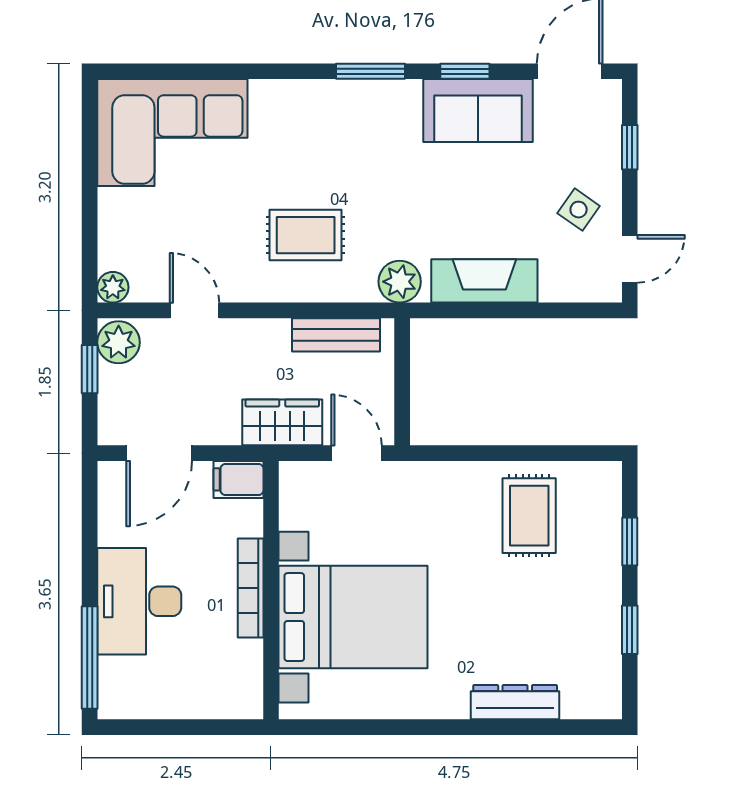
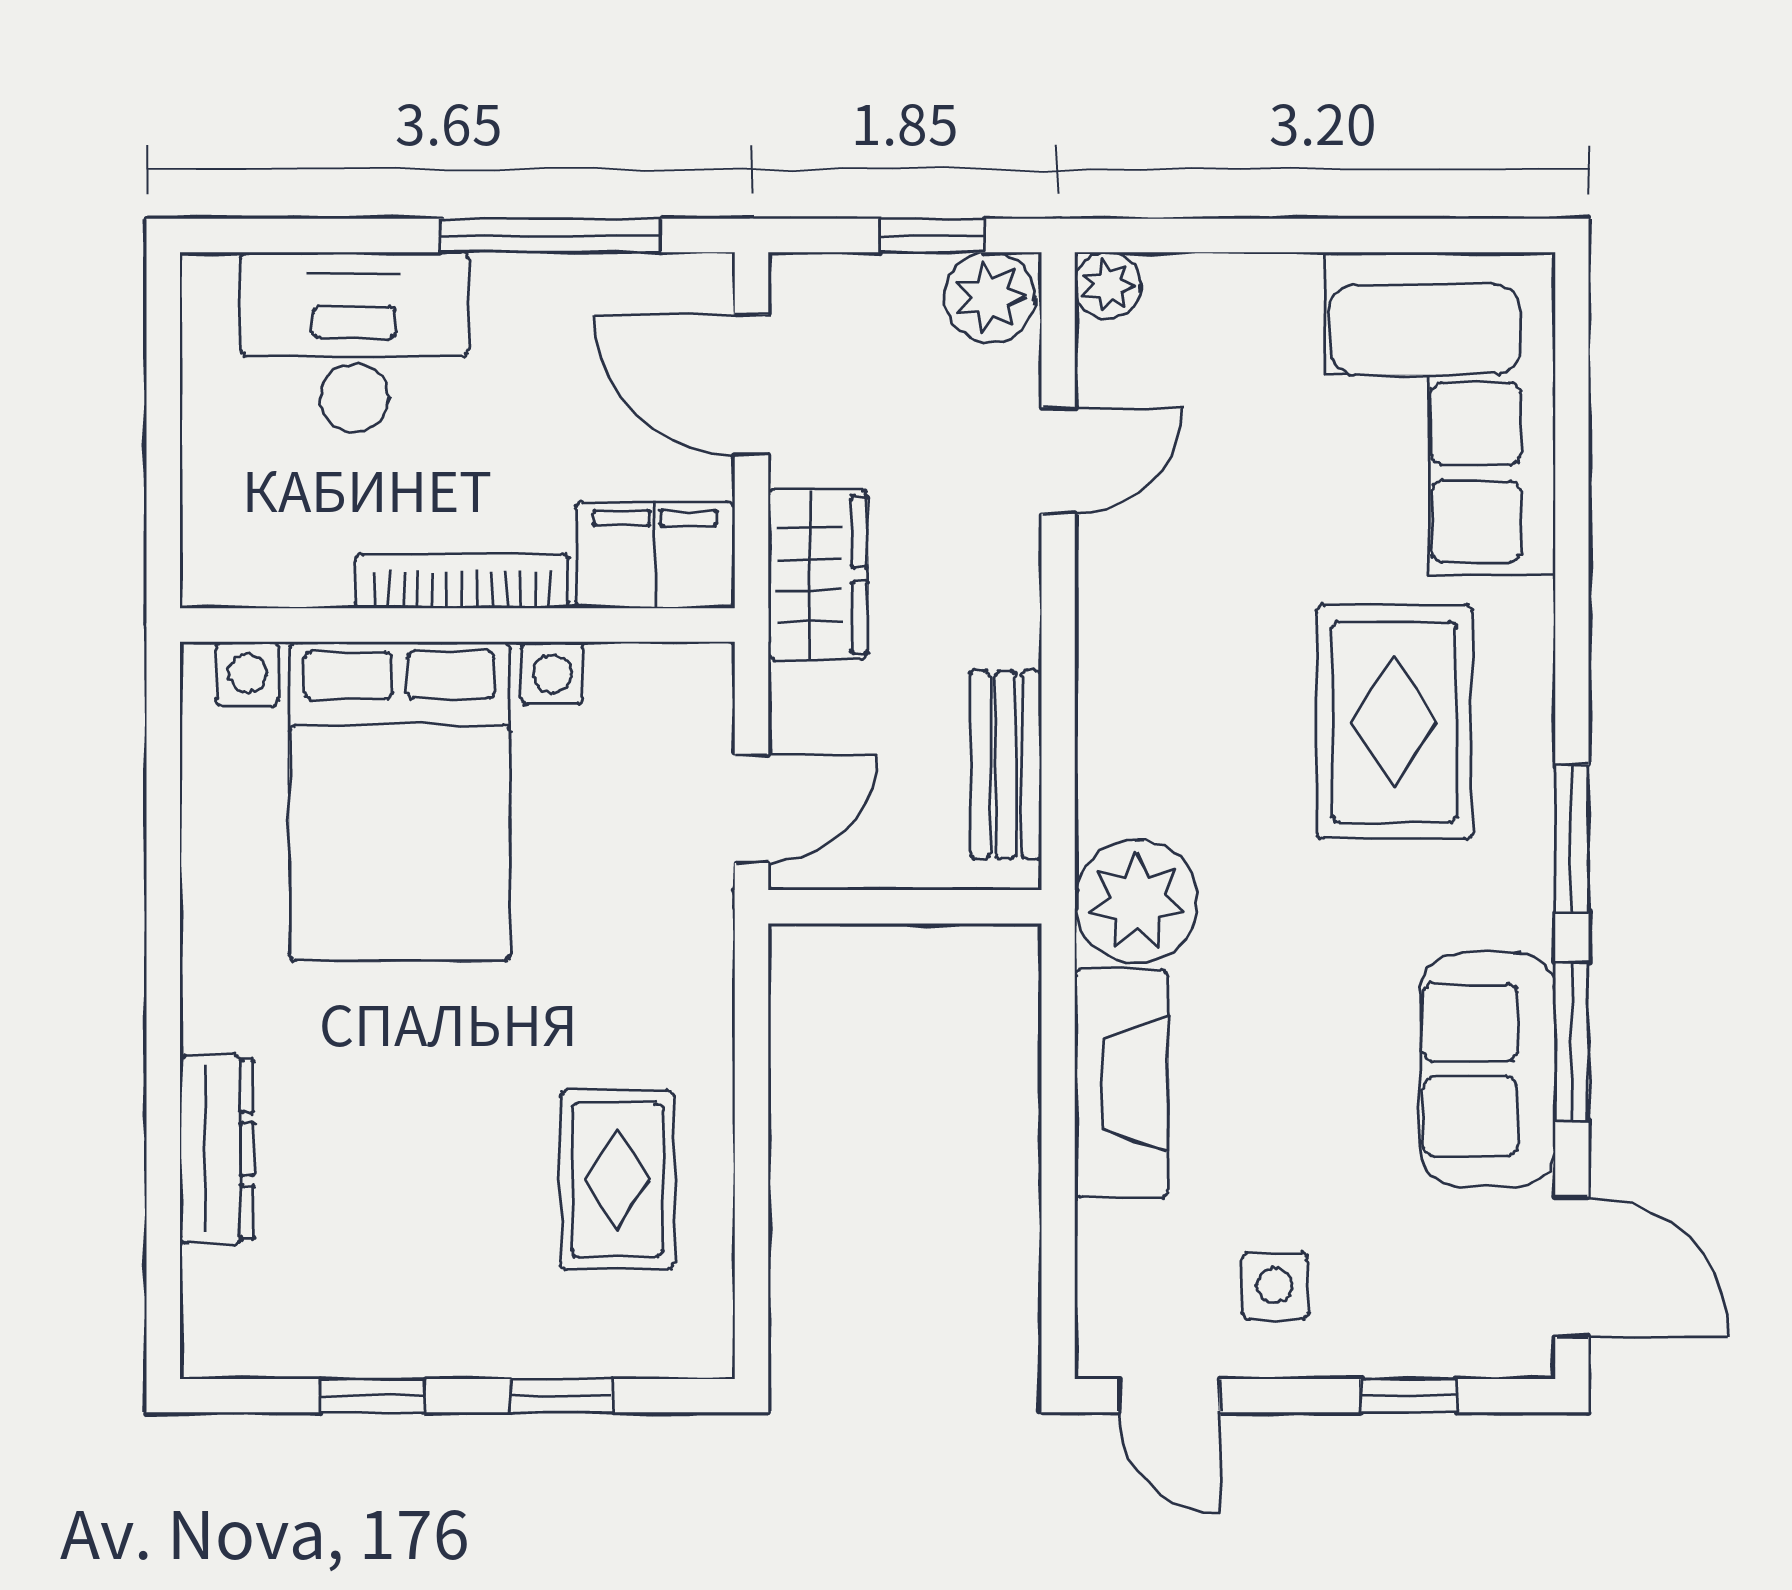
window: (465, 71) -> (1572, 1041), width x1.50
side table: (579, 210) -> (1275, 1286), turned -35
rug: (306, 235) -> (1394, 722), moved, width x1.36, depth x1.43
plant: (400, 282) -> (1136, 901), width x1.36, depth x1.36
wardrobe: (282, 422) -> (818, 575), moved
filing cabinet: (238, 479) -> (655, 555), width x2.00
rug: (529, 516) -> (617, 1180), turned 90
desk: (139, 601) -> (354, 342), moved
window: (90, 657) -> (550, 236), moved

